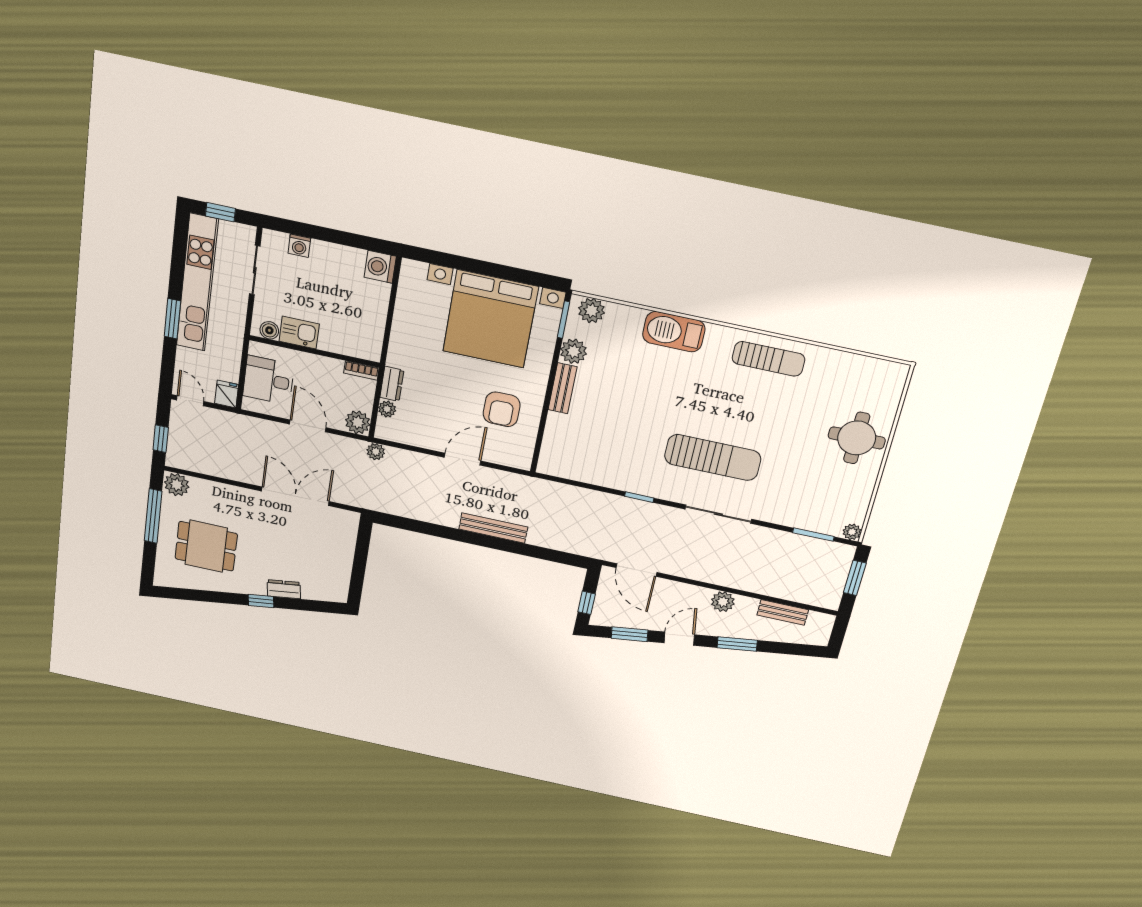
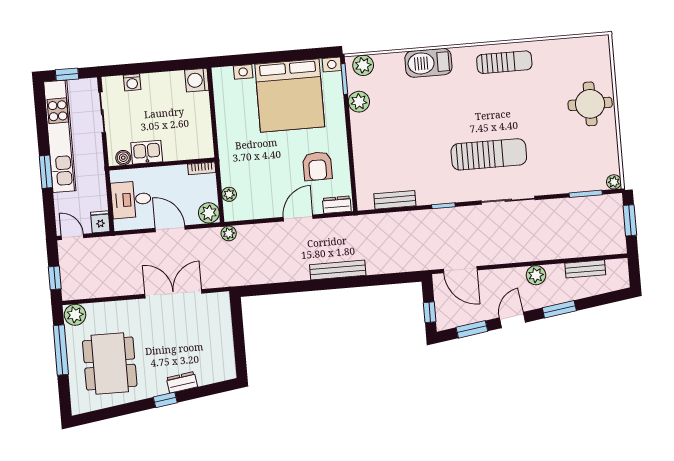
dresser: (392, 384) -> (337, 205), moved, turned -90
bench: (562, 388) -> (395, 200), moved, turned 90
dining table: (206, 546) -> (110, 364), width x1.38

